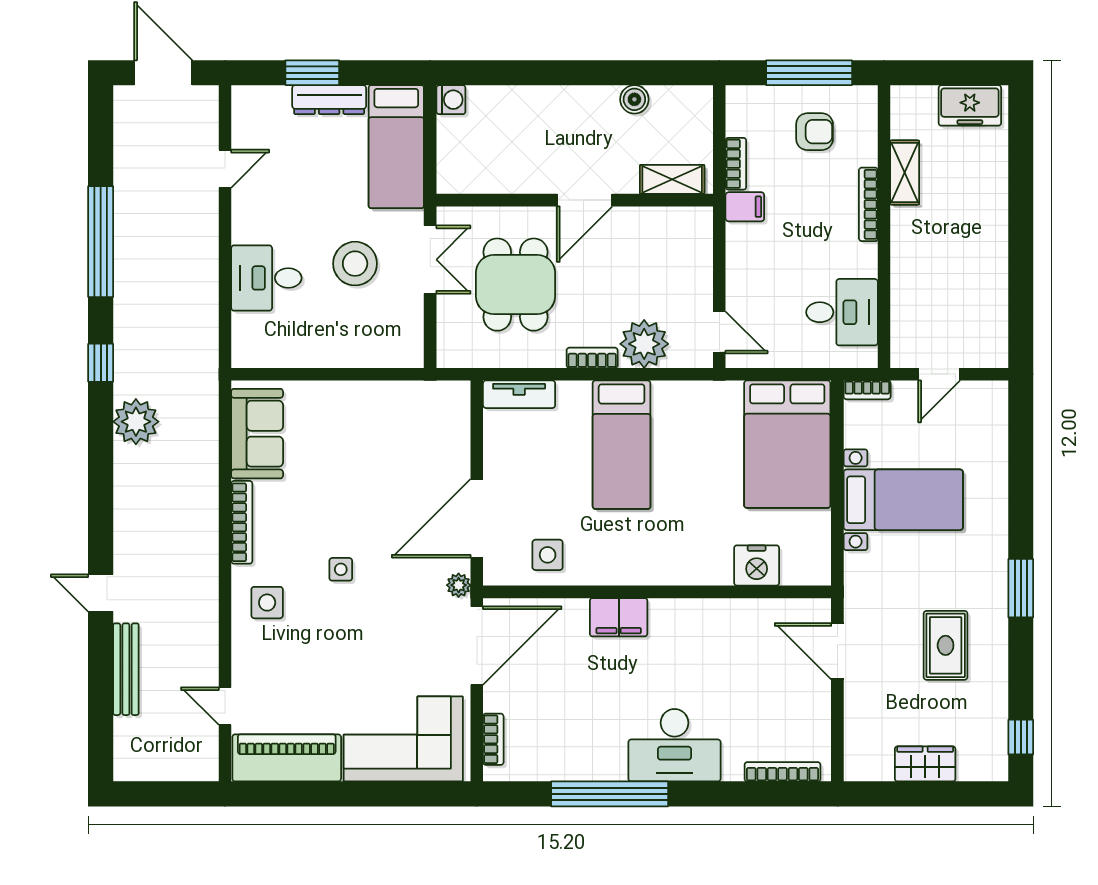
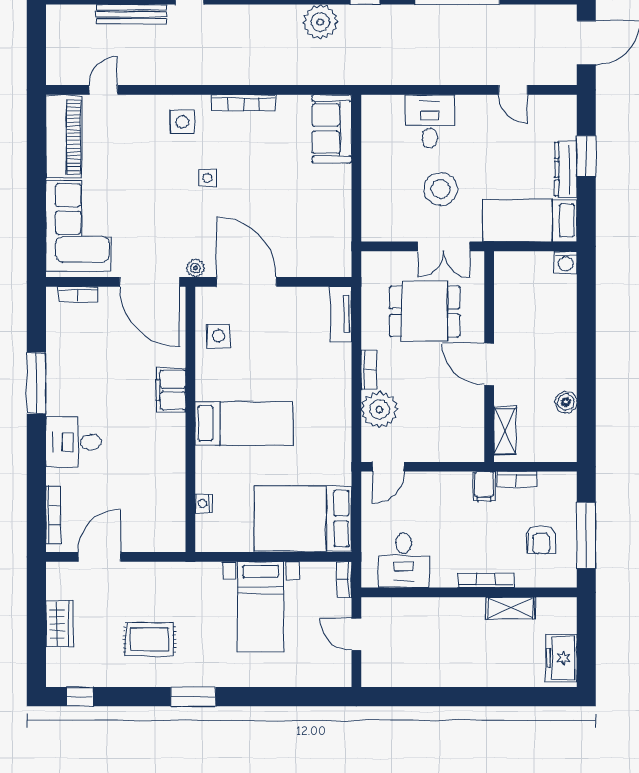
sofa: (257, 434) -> (332, 129), moved, turned 90
bed: (622, 445) -> (244, 423), moved, turned 180
nightstand: (757, 565) -> (204, 503), width x0.53, depth x0.56
door: (837, 651) -> (99, 557), moved
desk: (674, 745) -> (73, 442), width x0.73
window: (610, 794) -> (36, 383), width x0.68

